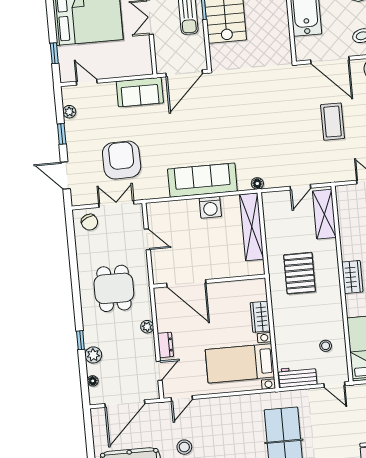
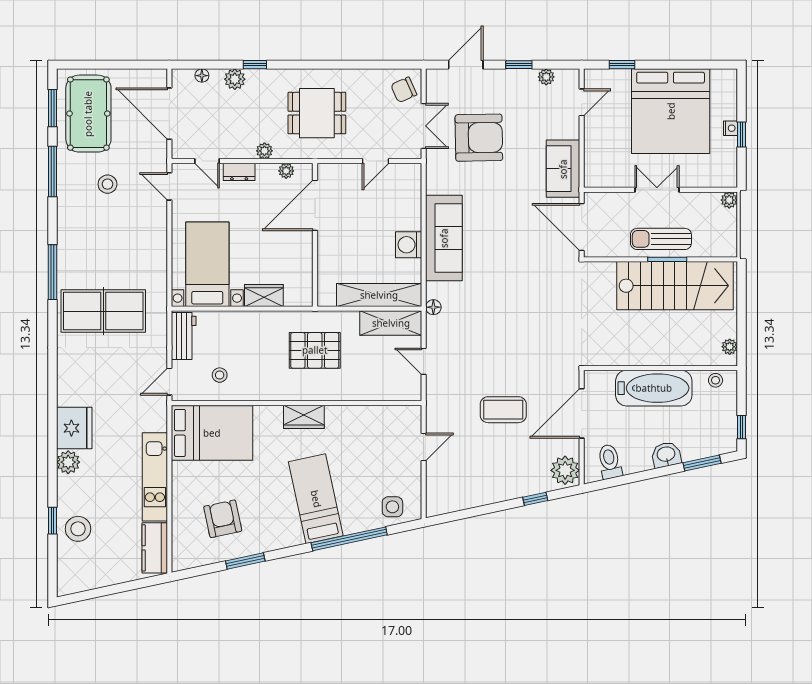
shelving: (324, 214) -> (391, 323), moved
plant: (161, 308) -> (286, 171), added

